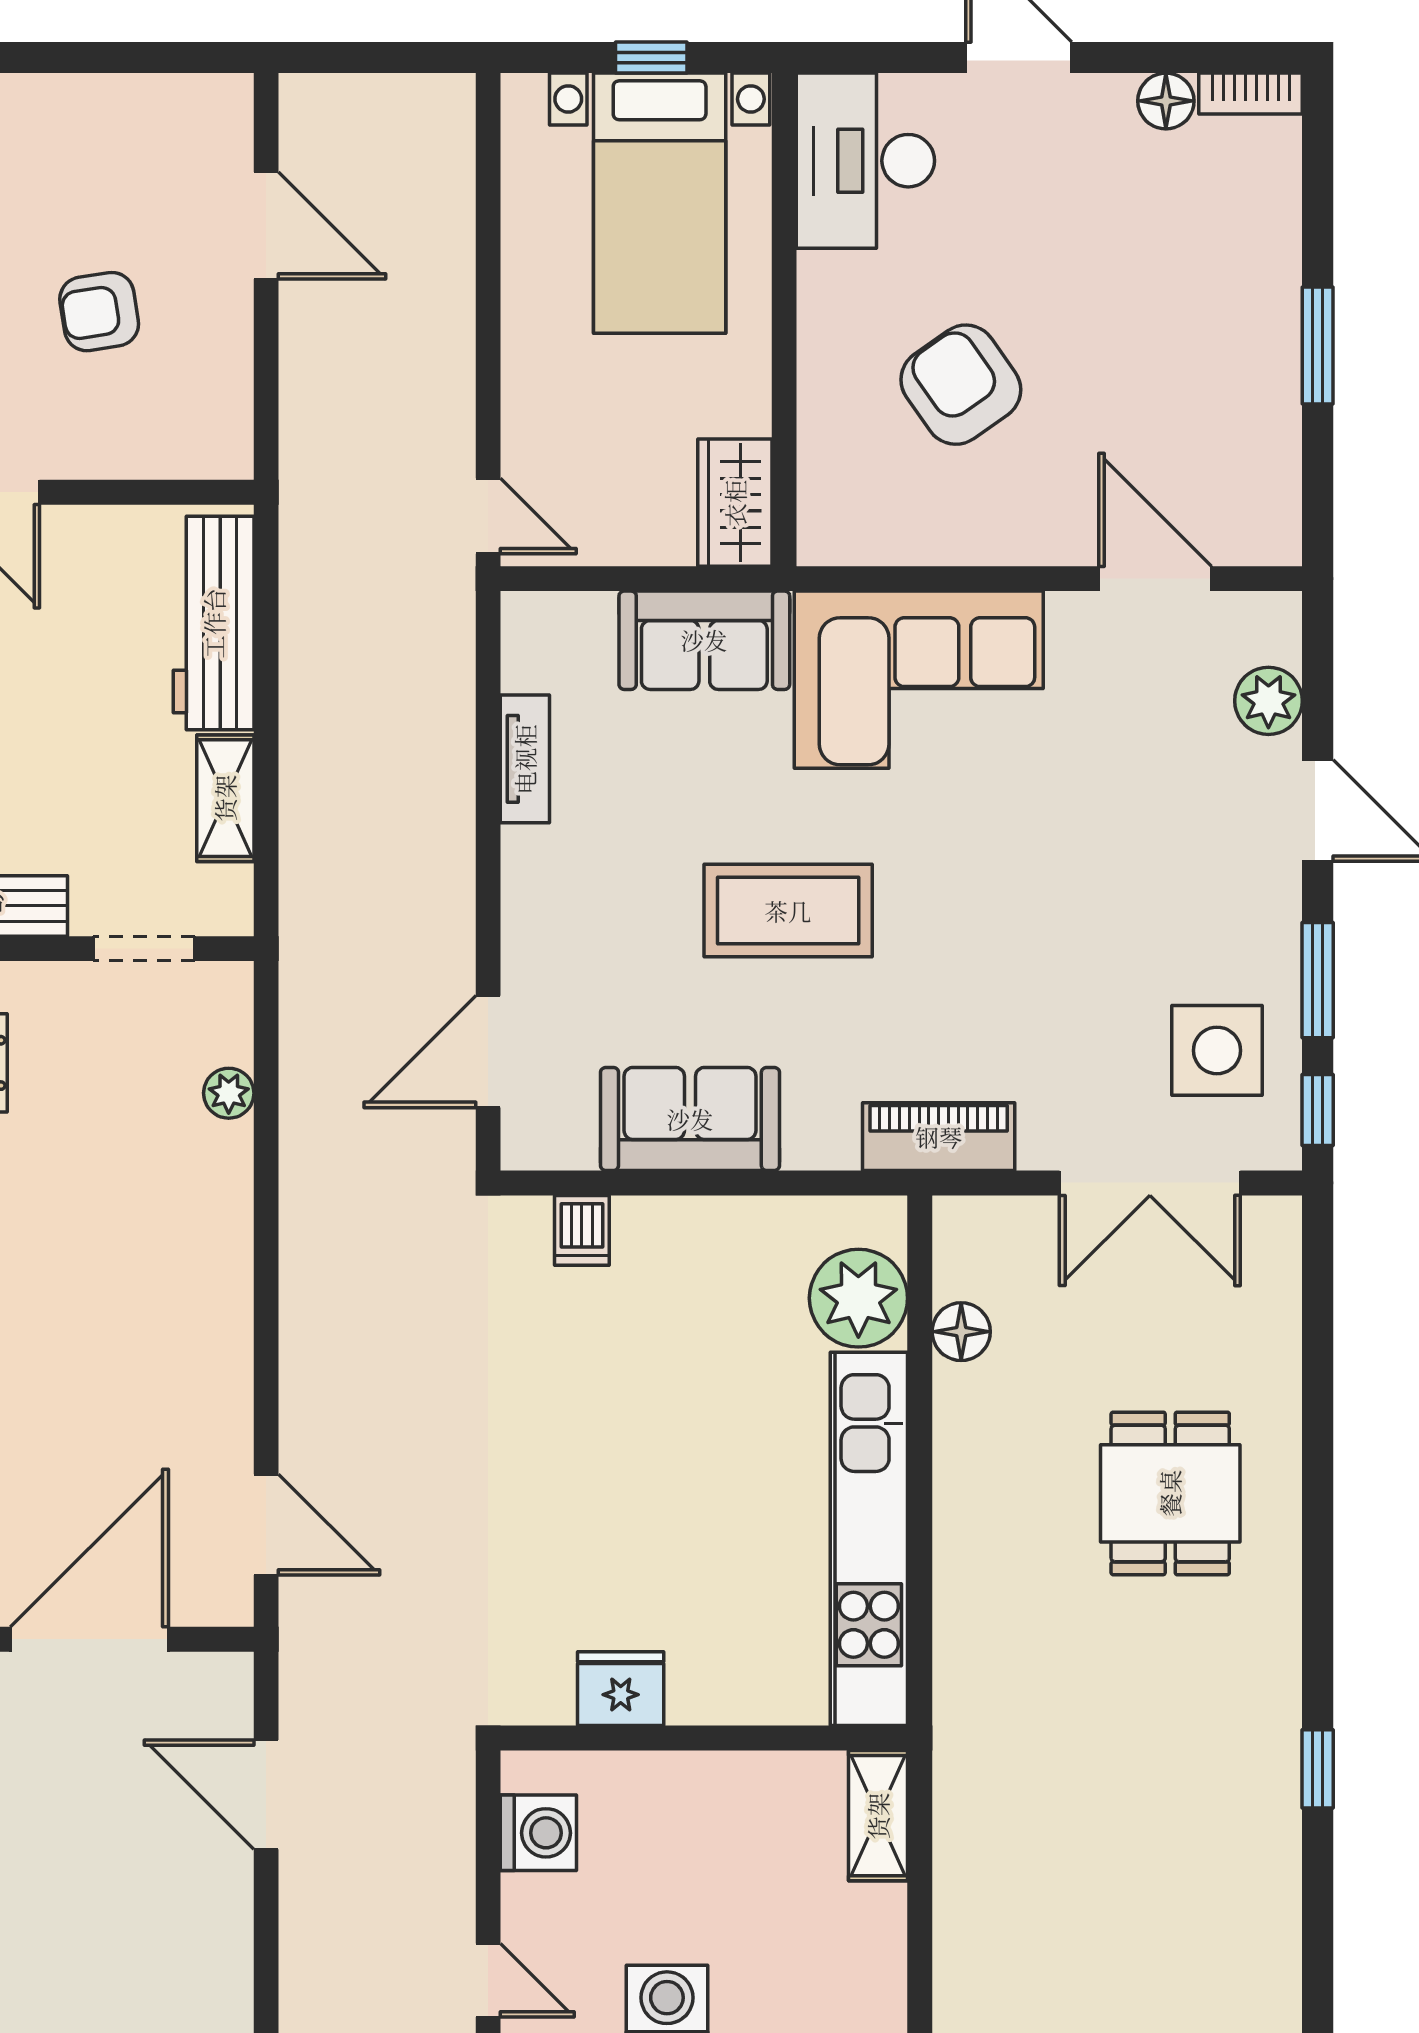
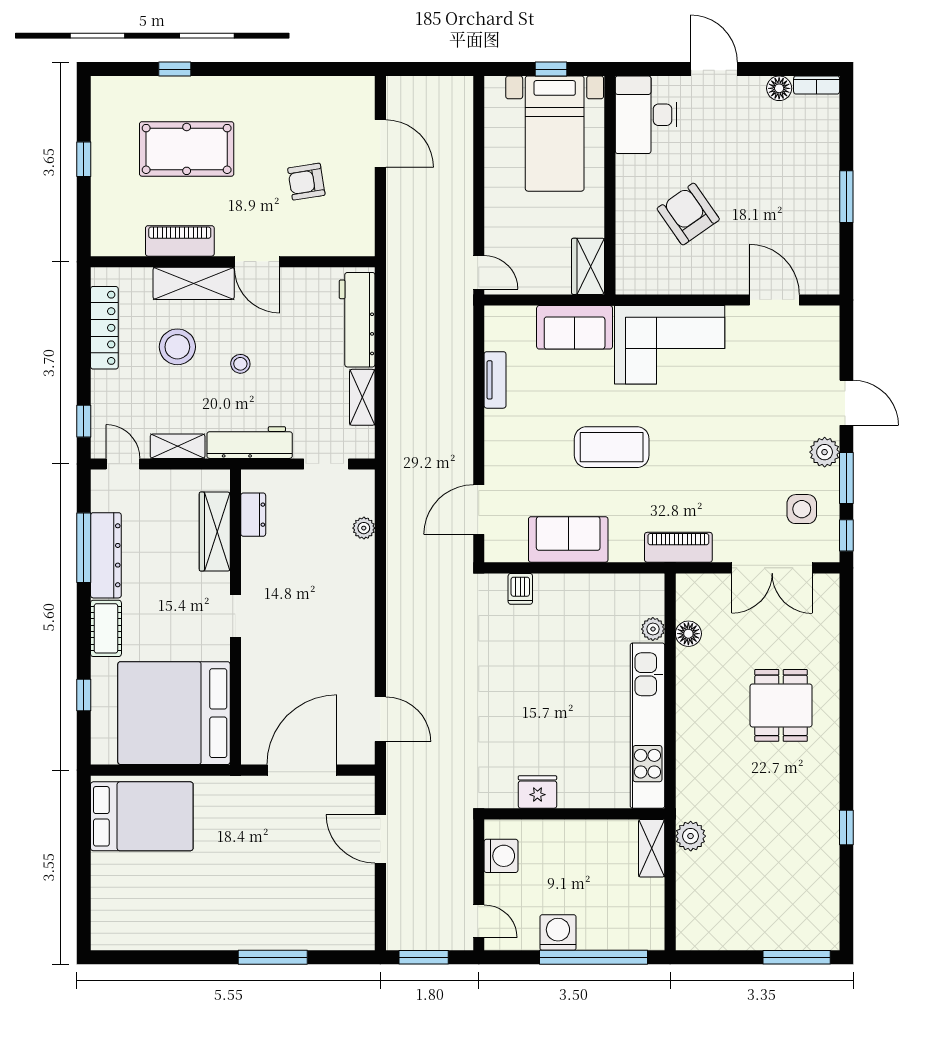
plant: (1268, 701) -> (825, 452), moved
side table: (1217, 1050) -> (802, 509), width x0.73, depth x0.73
plant: (858, 1298) -> (653, 629), width x0.53, depth x0.53
plant: (966, 1788) -> (691, 836), added

